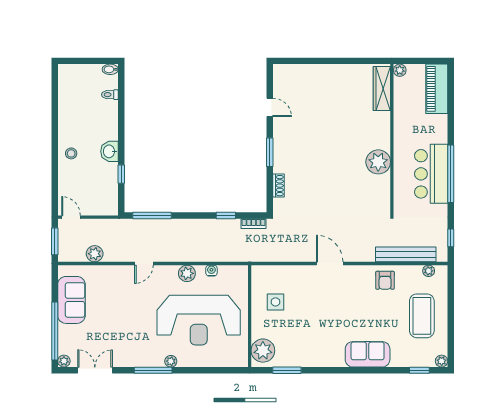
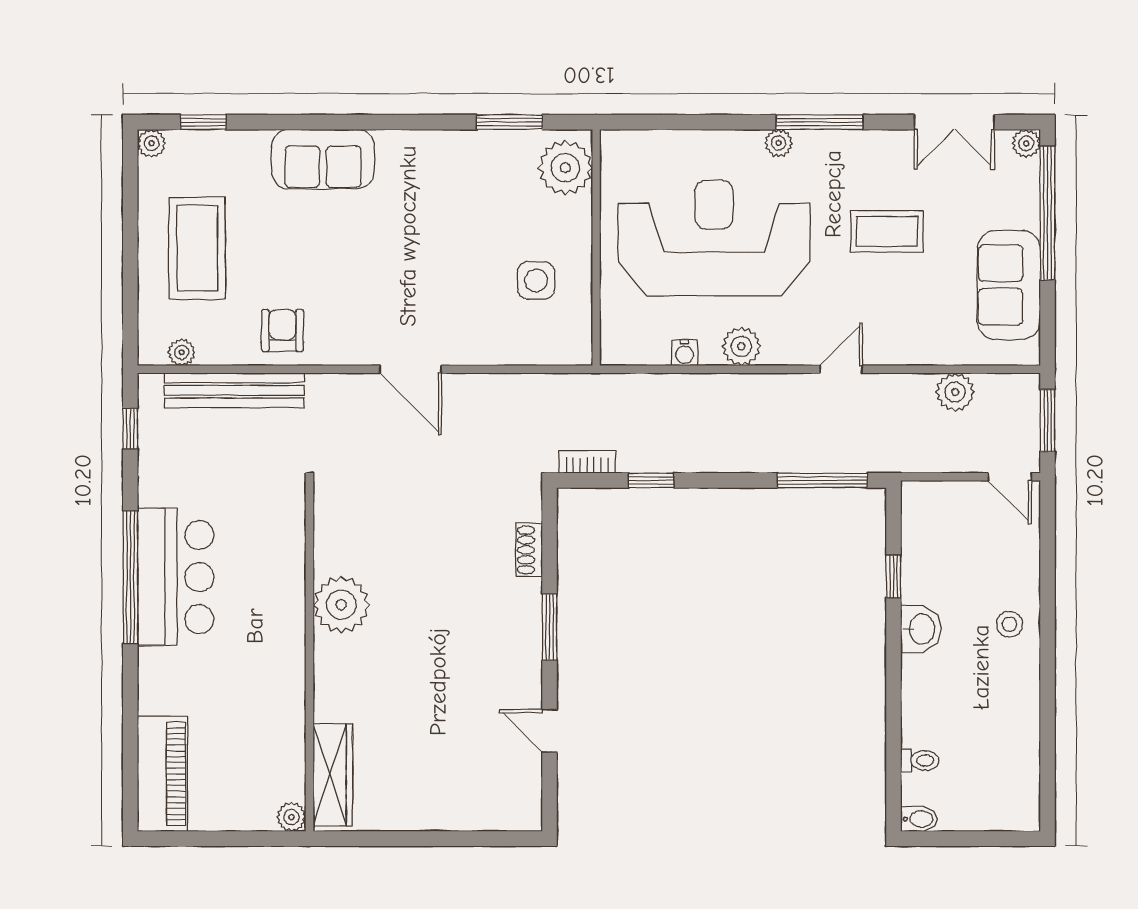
plant: (400, 70) -> (291, 817), moved
wardrobe: (382, 88) -> (333, 775), moved
wall: (392, 140) -> (309, 656), moved
plant: (378, 162) -> (341, 605), moved
coffee table: (124, 323) -> (887, 231), added

